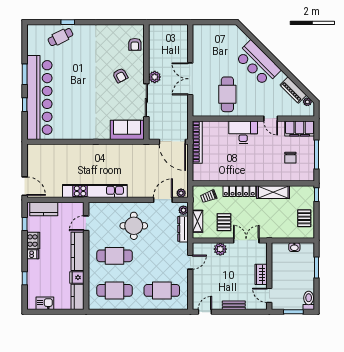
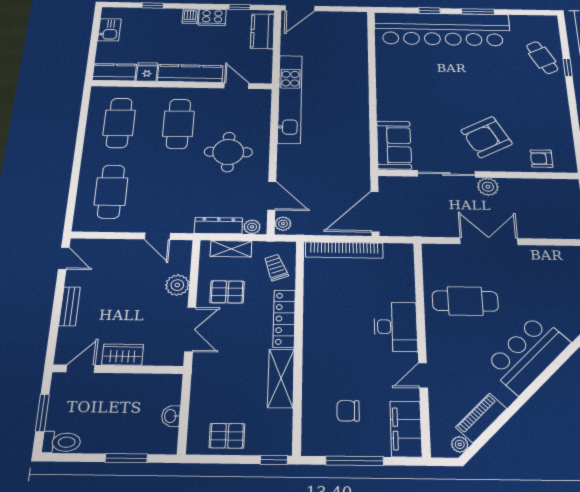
armchair: (120, 75) -> (487, 137), width x1.88, depth x1.88
bookcase: (197, 142) -> (344, 250), moved

